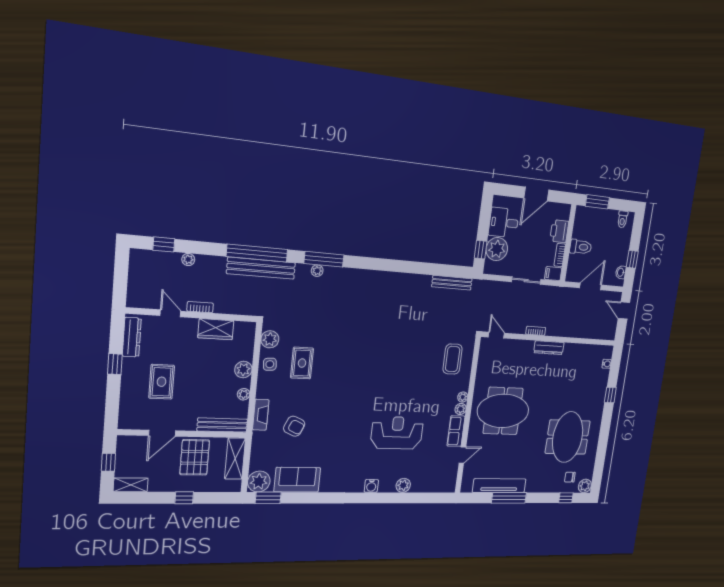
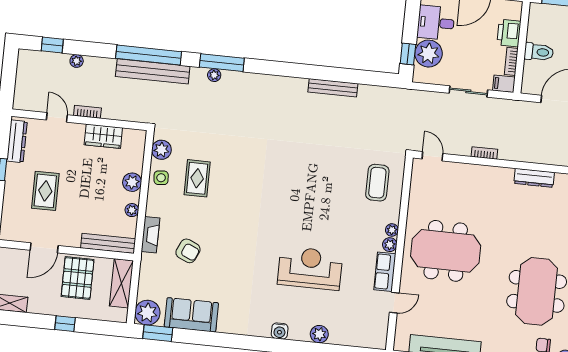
bench: (452, 283) -> (333, 88), moved
dresser: (549, 348) -> (534, 178), moved

